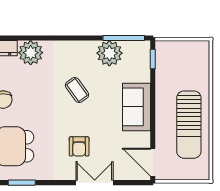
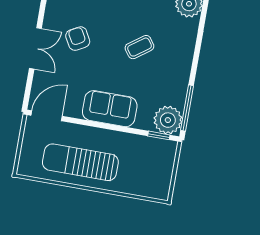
plant: (109, 53) -> (168, 120), moved
armchair: (79, 146) -> (78, 39), turned 61

